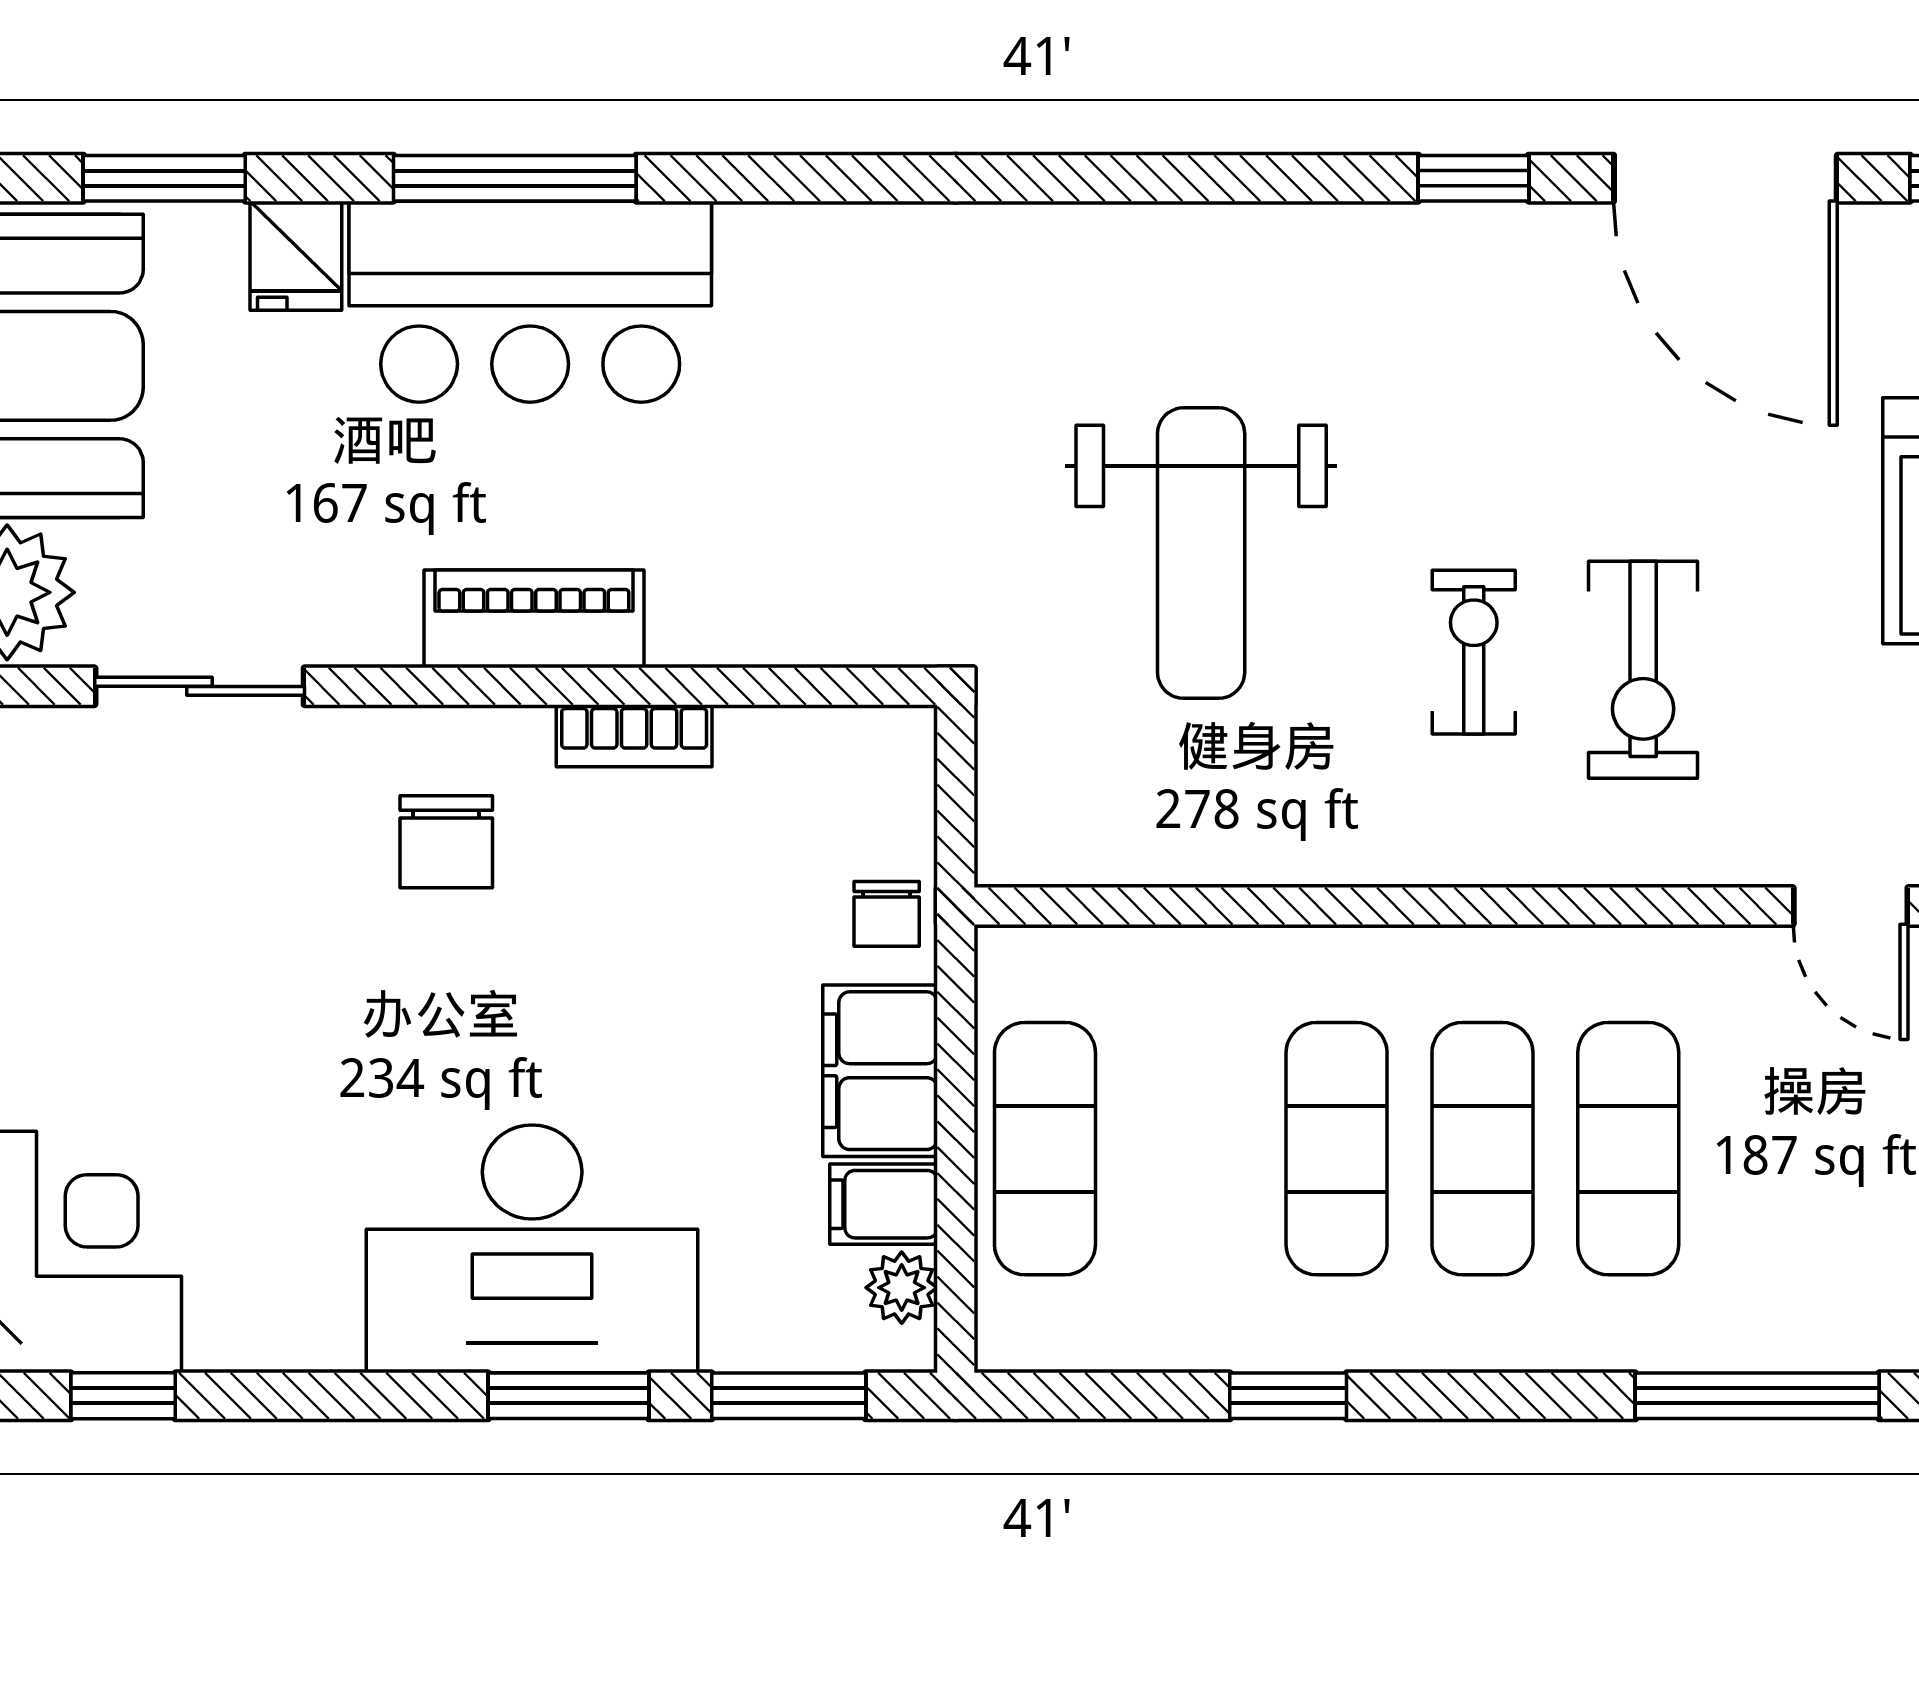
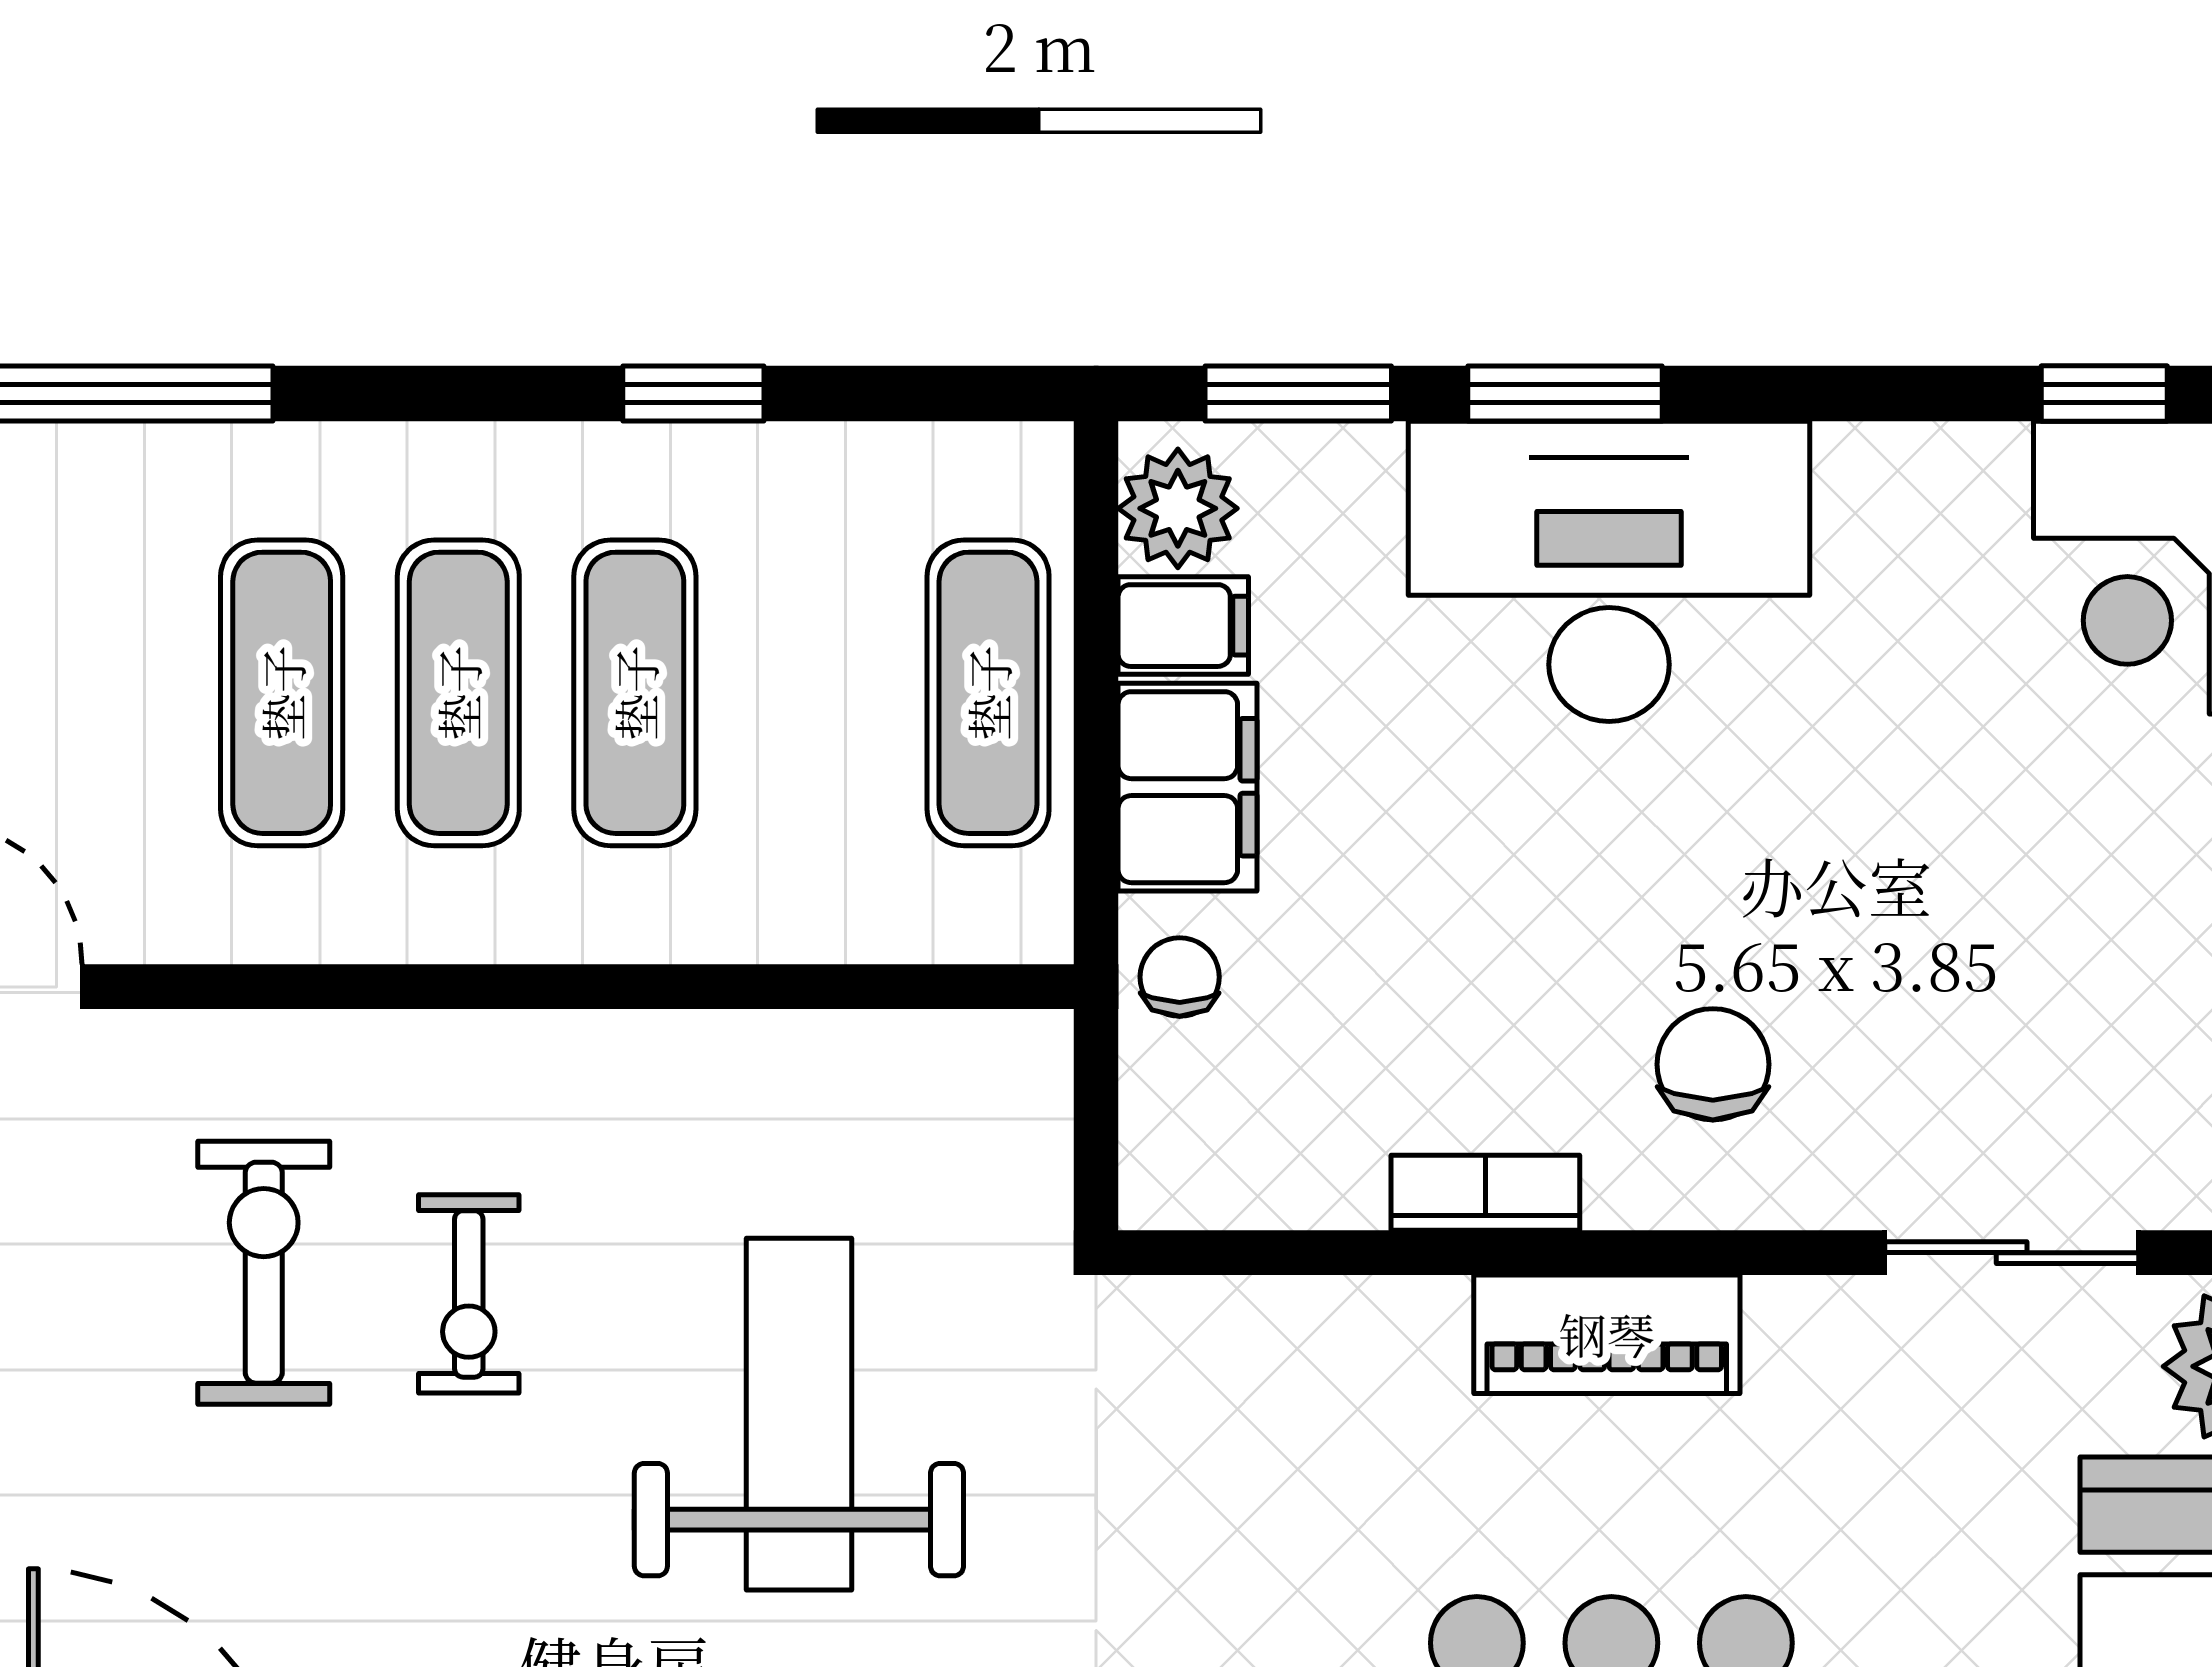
plant: (902, 1288) -> (1178, 508), width x1.38, depth x1.38

